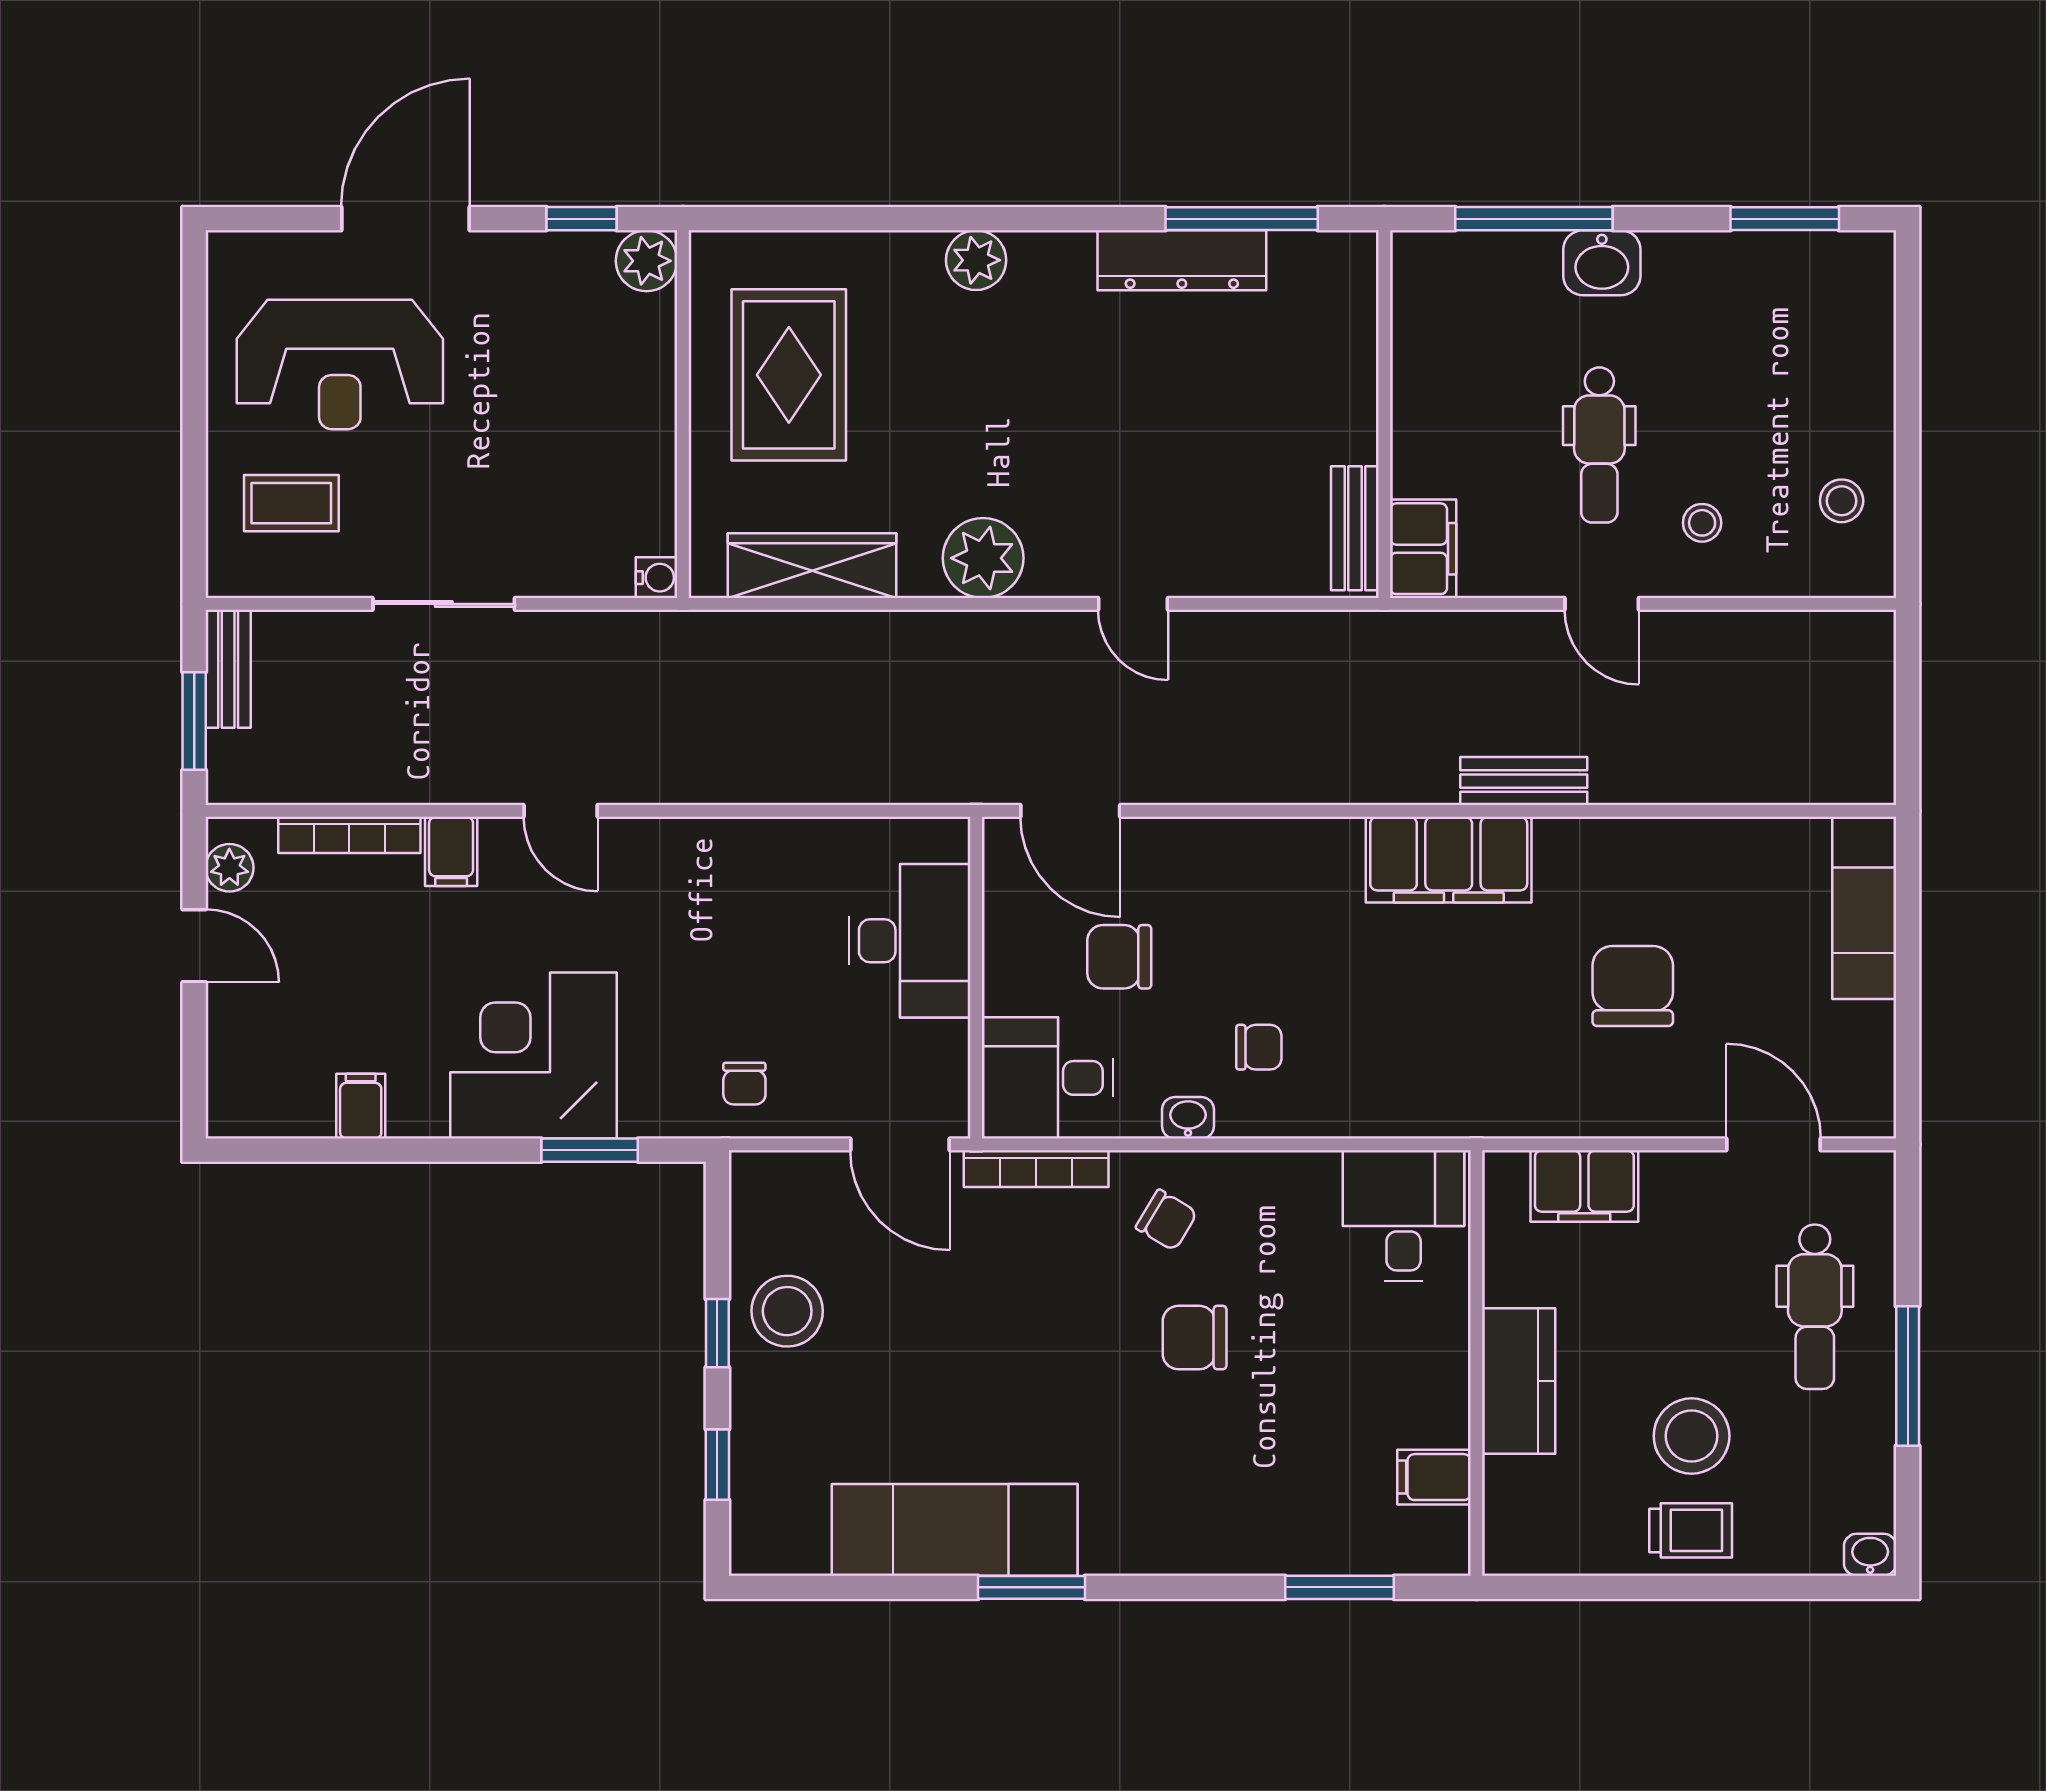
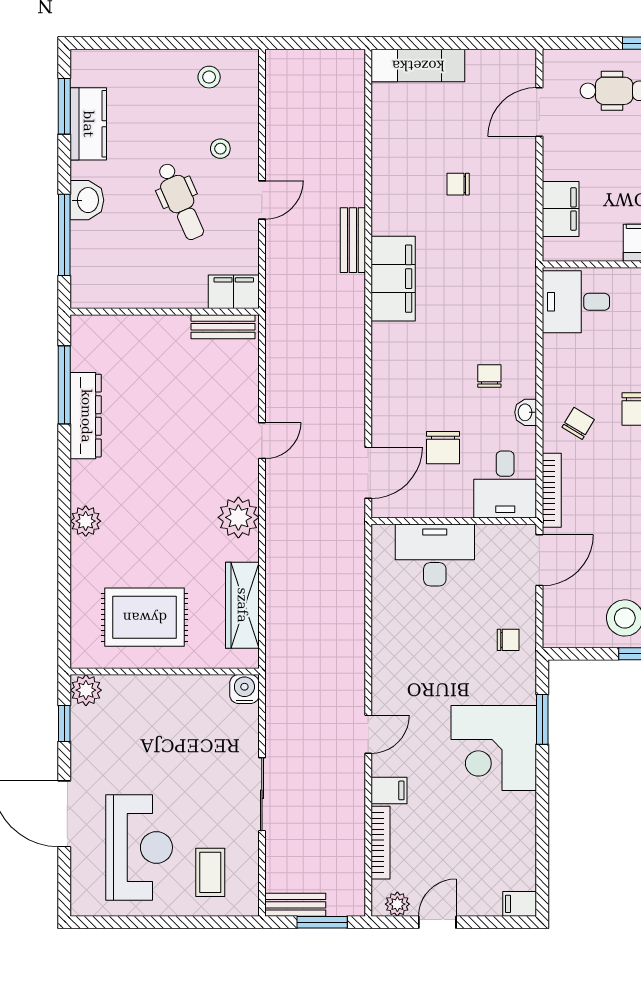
kitchen counter: (1751, 265) -> (88, 124), added
dental chair: (1599, 445) -> (180, 201), turned 66
water cooler: (657, 578) -> (244, 689), width x1.38, depth x1.38
chair: (1633, 986) -> (458, 184), width x0.54, depth x0.54
filing cabinet: (361, 1106) -> (520, 904), moved

